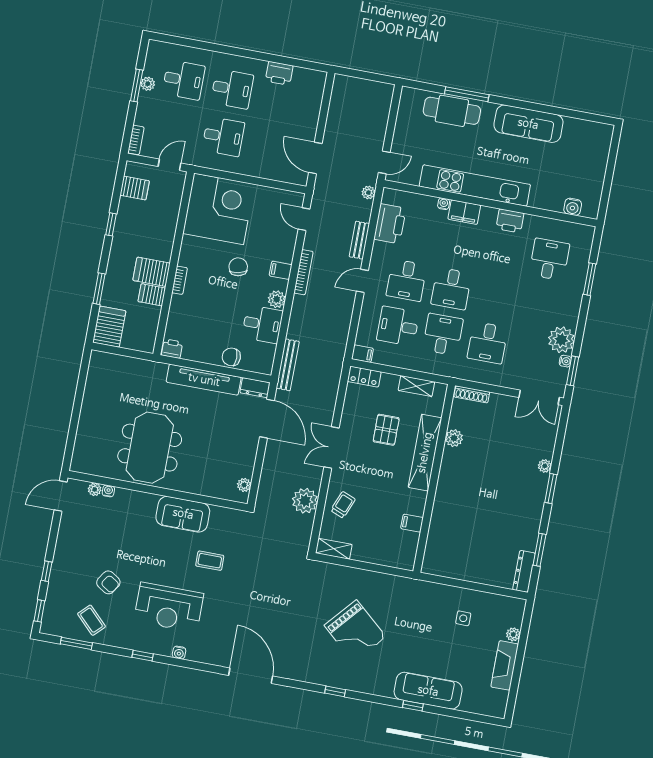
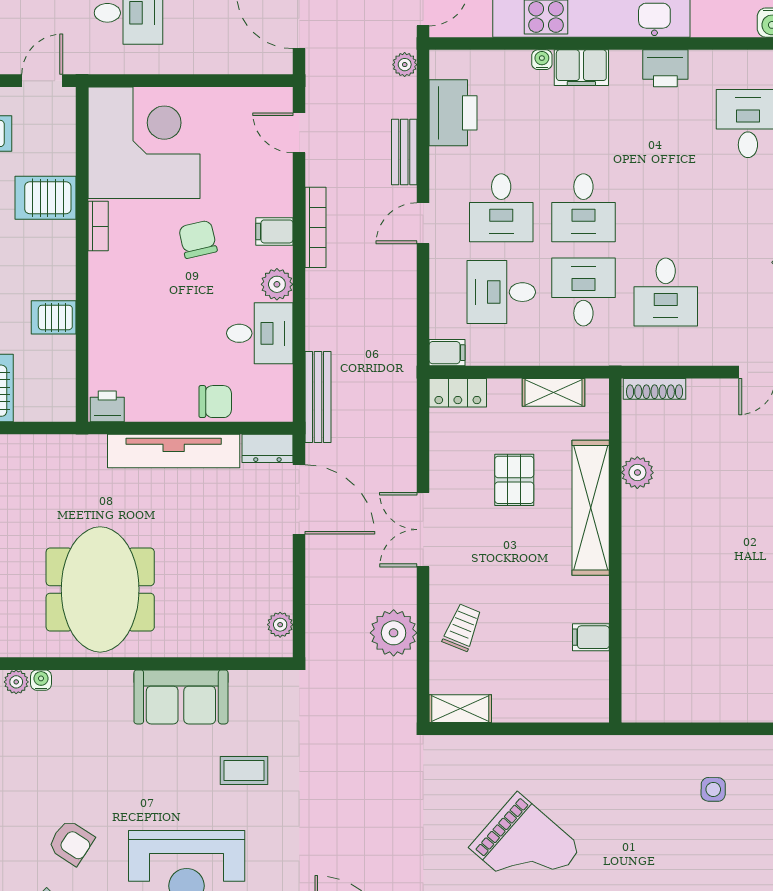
server rack: (151, 272) -> (45, 198), moved
bookcase: (180, 280) -> (98, 226), moved
chair: (231, 357) -> (215, 402), turned 180

